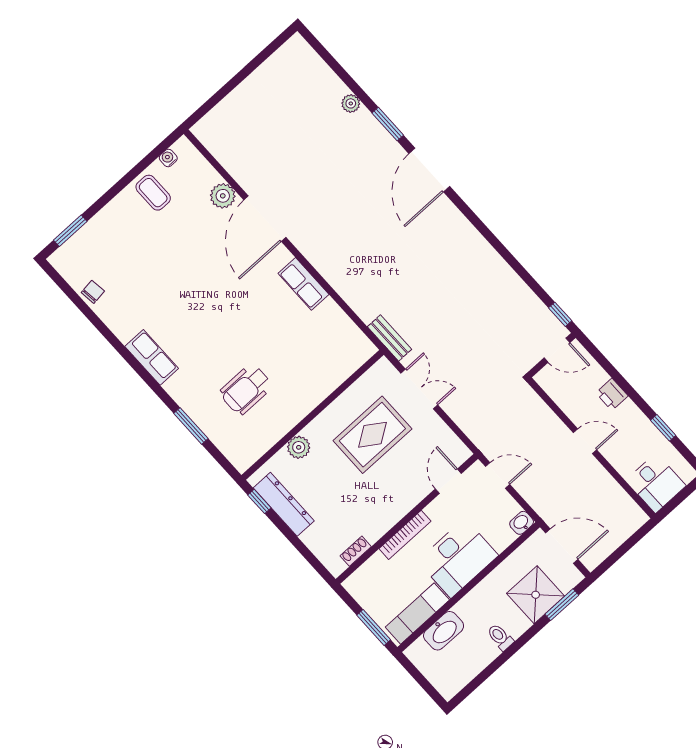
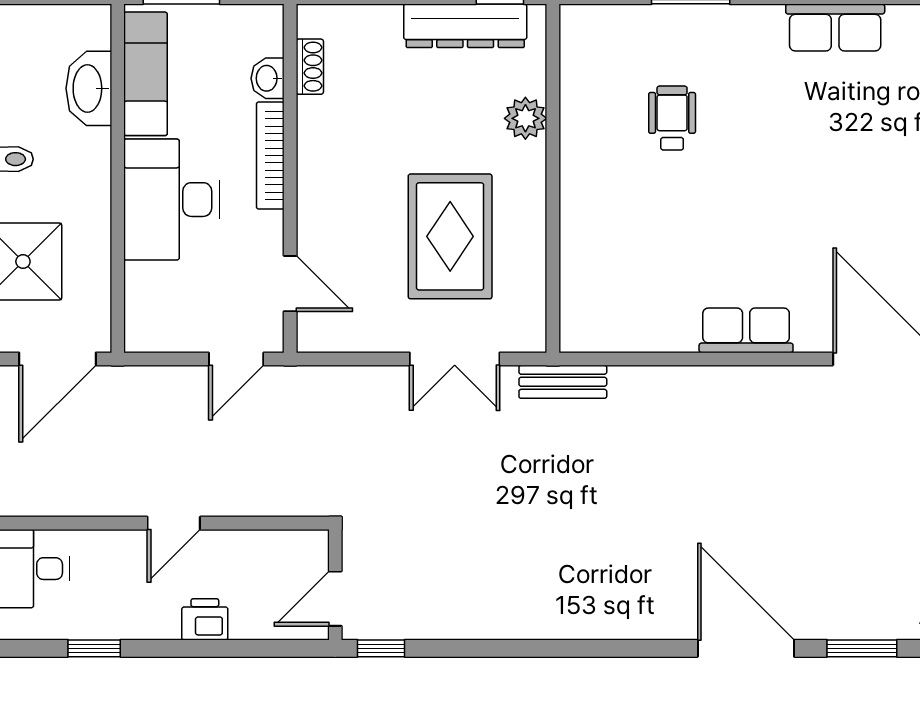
wheelchair: (246, 389) -> (672, 118), width x0.73, depth x0.73
washbasin: (522, 523) -> (268, 78), moved, turned 180

